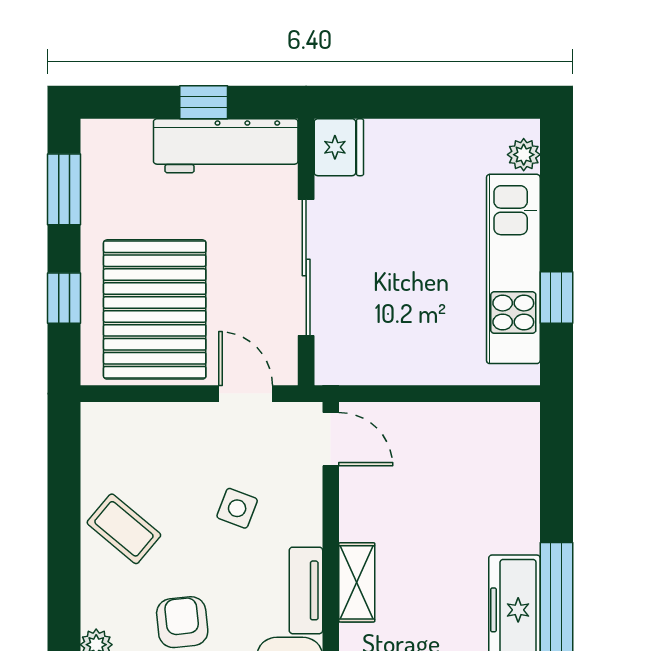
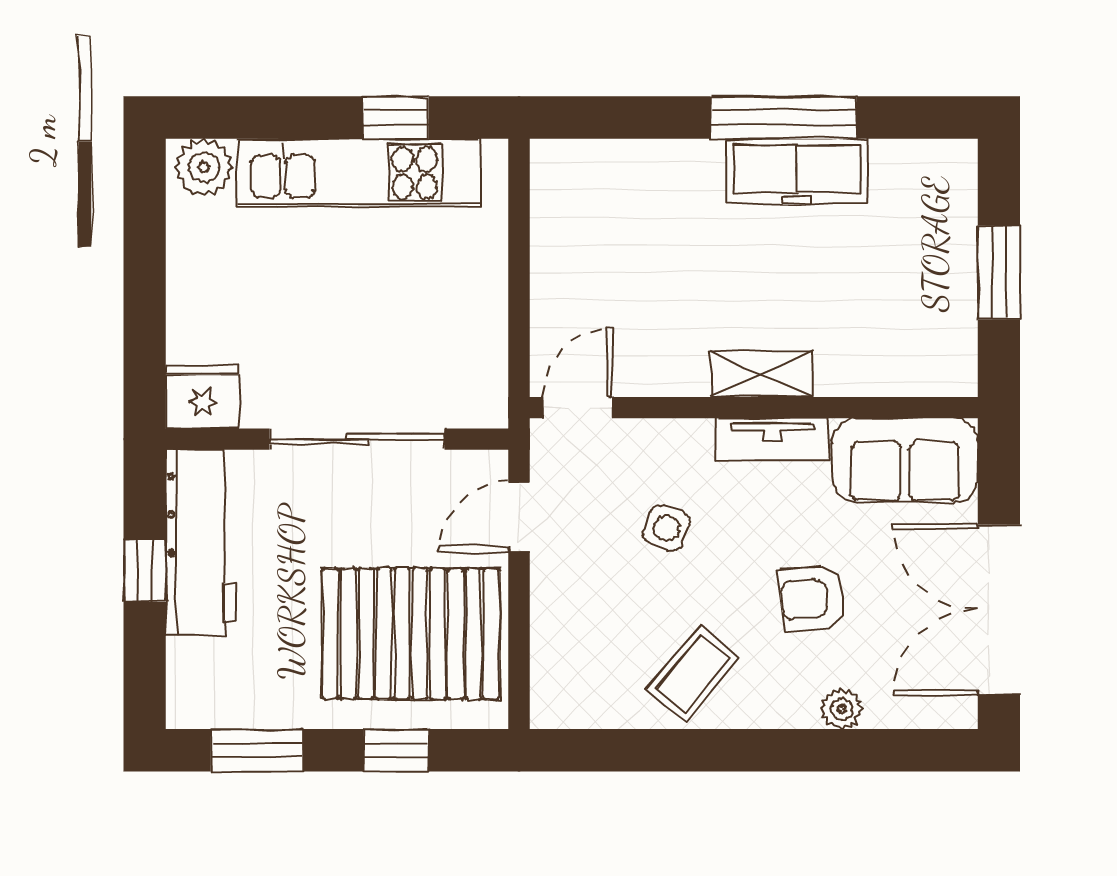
plant: (524, 155) -> (204, 167), width x1.38, depth x1.38

